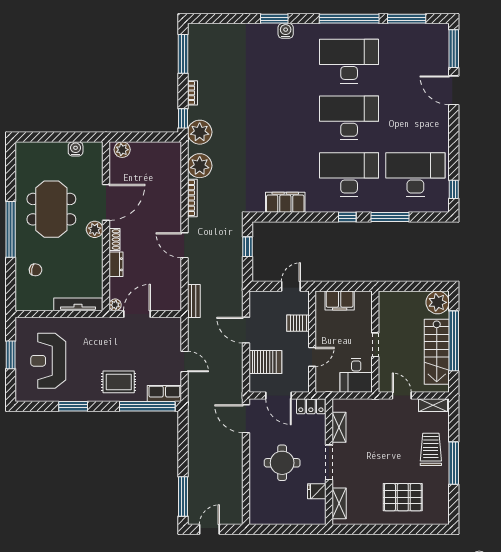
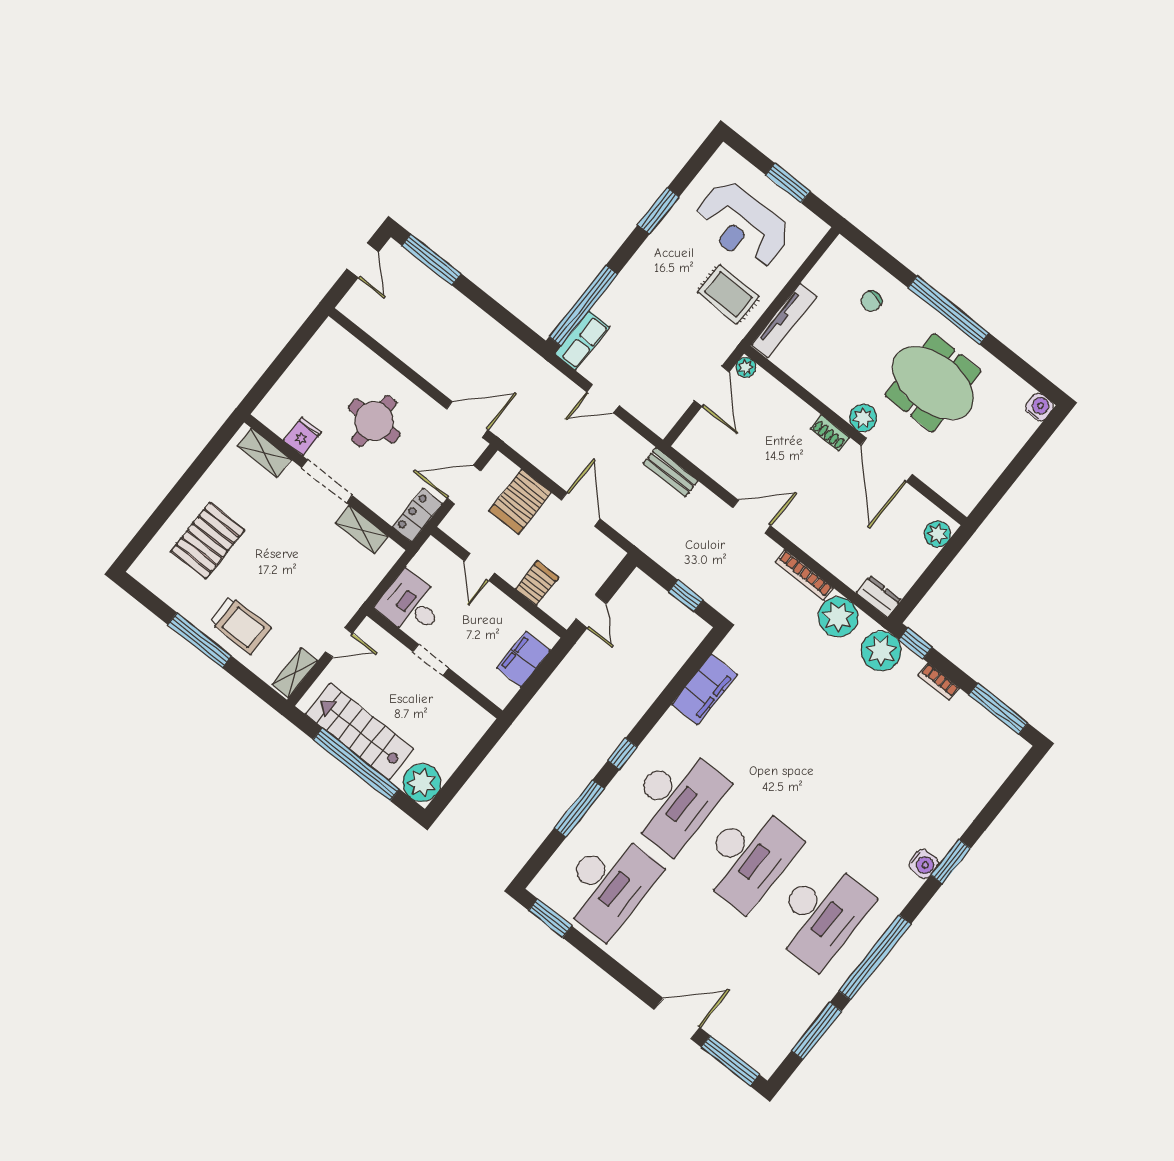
water cooler: (76, 149) -> (1039, 407), moved, turned -90
window: (454, 189) -> (550, 918), width x1.50
dresser: (116, 264) -> (879, 596), moved, turned 180
door: (246, 330) -> (581, 509), hinge flipped
reception desk: (48, 361) -> (742, 225), turned 180
rug: (119, 382) -> (728, 294), moved, turned 90

